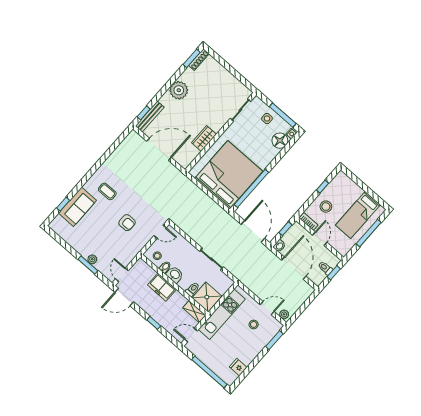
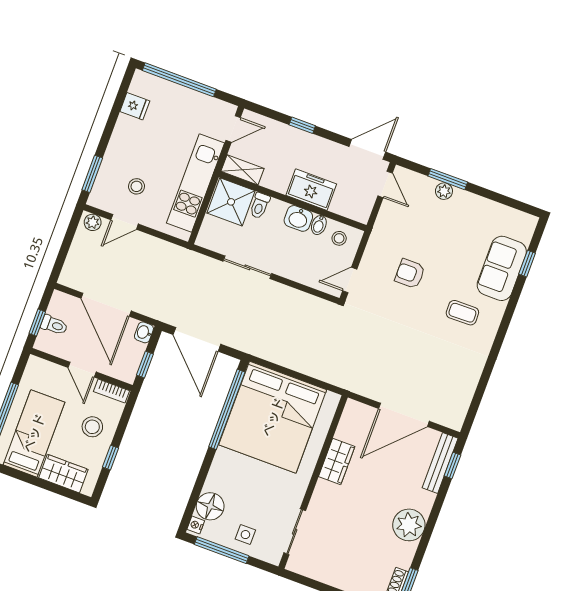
wardrobe: (351, 188) -> (63, 474), added

